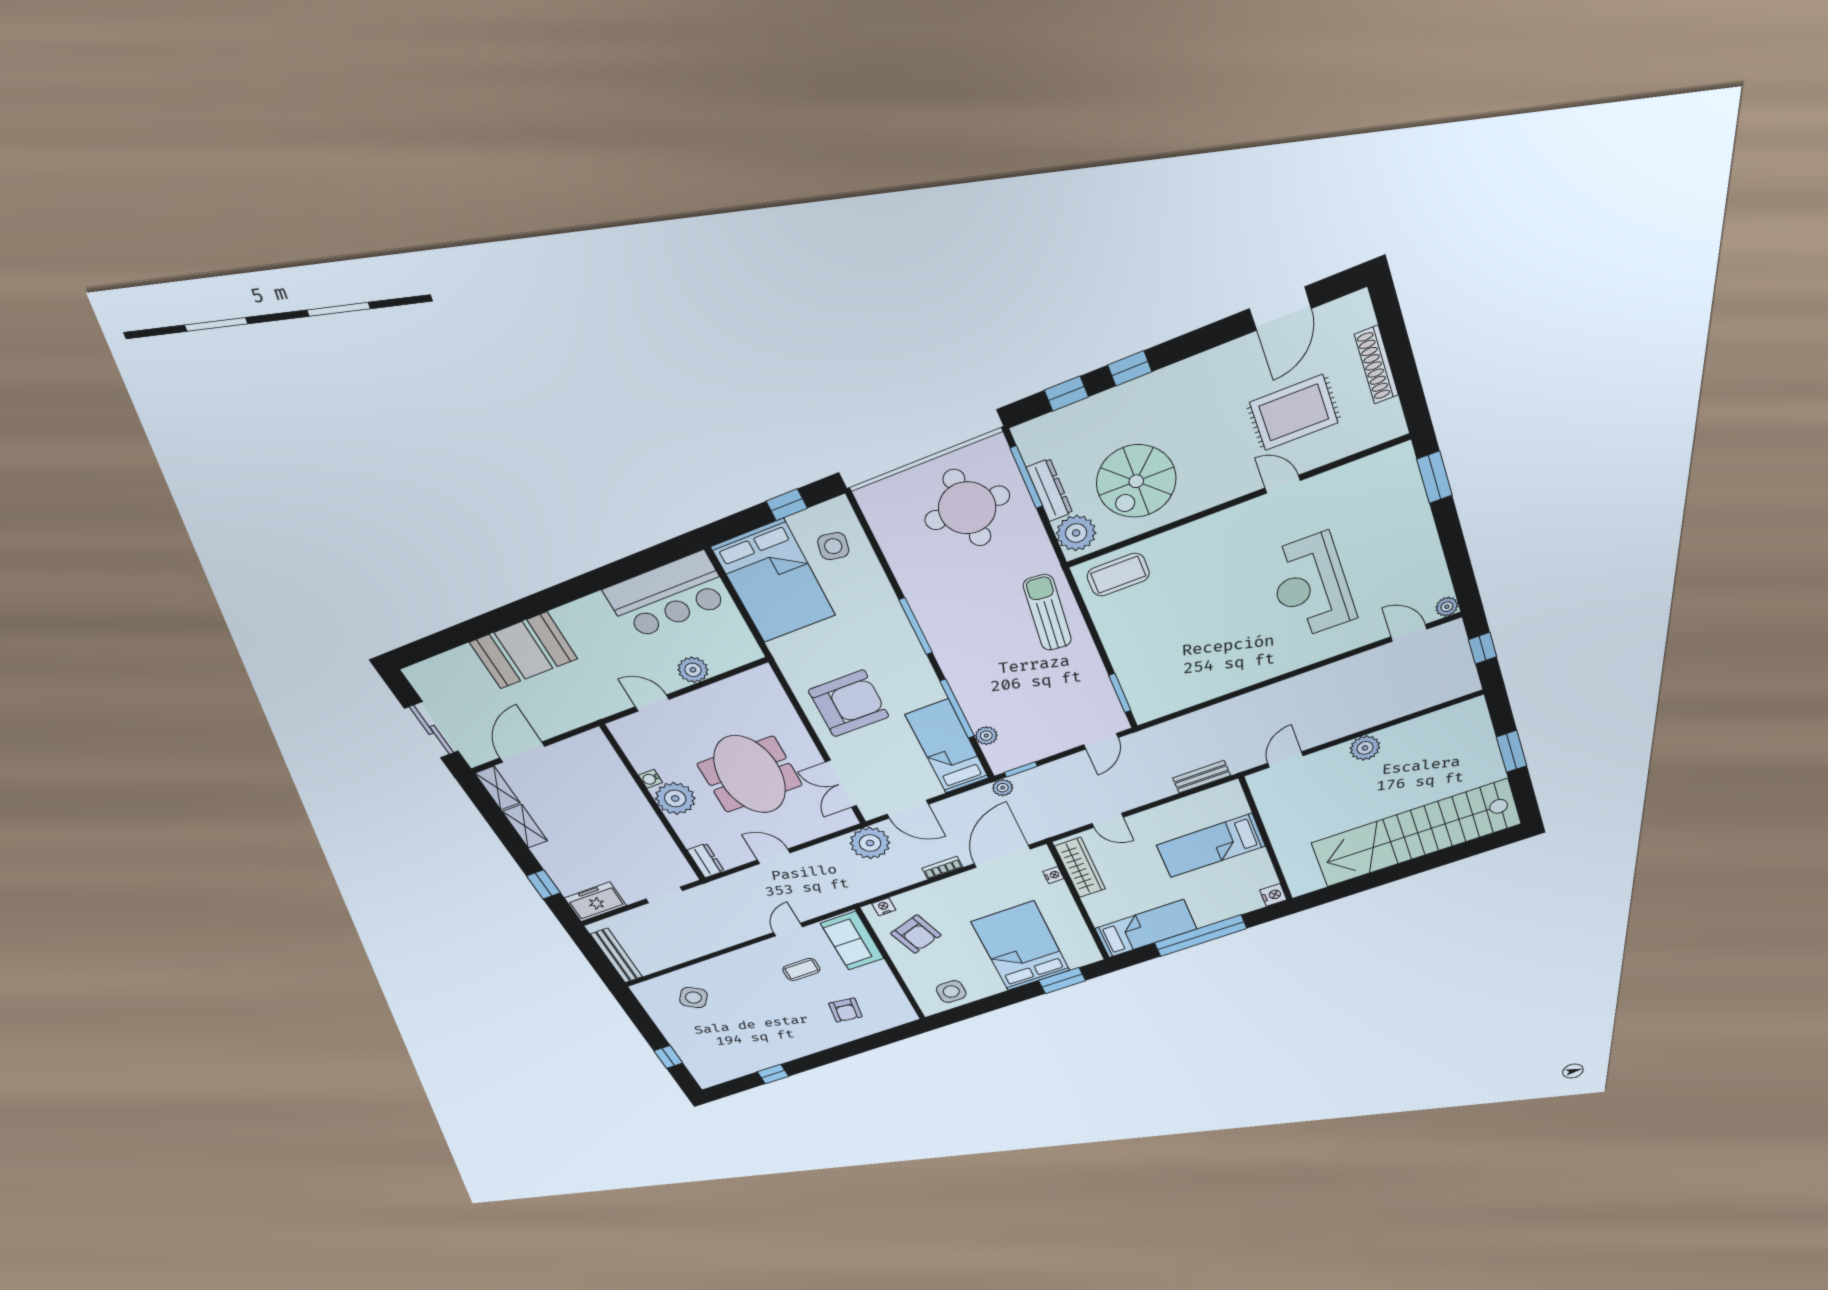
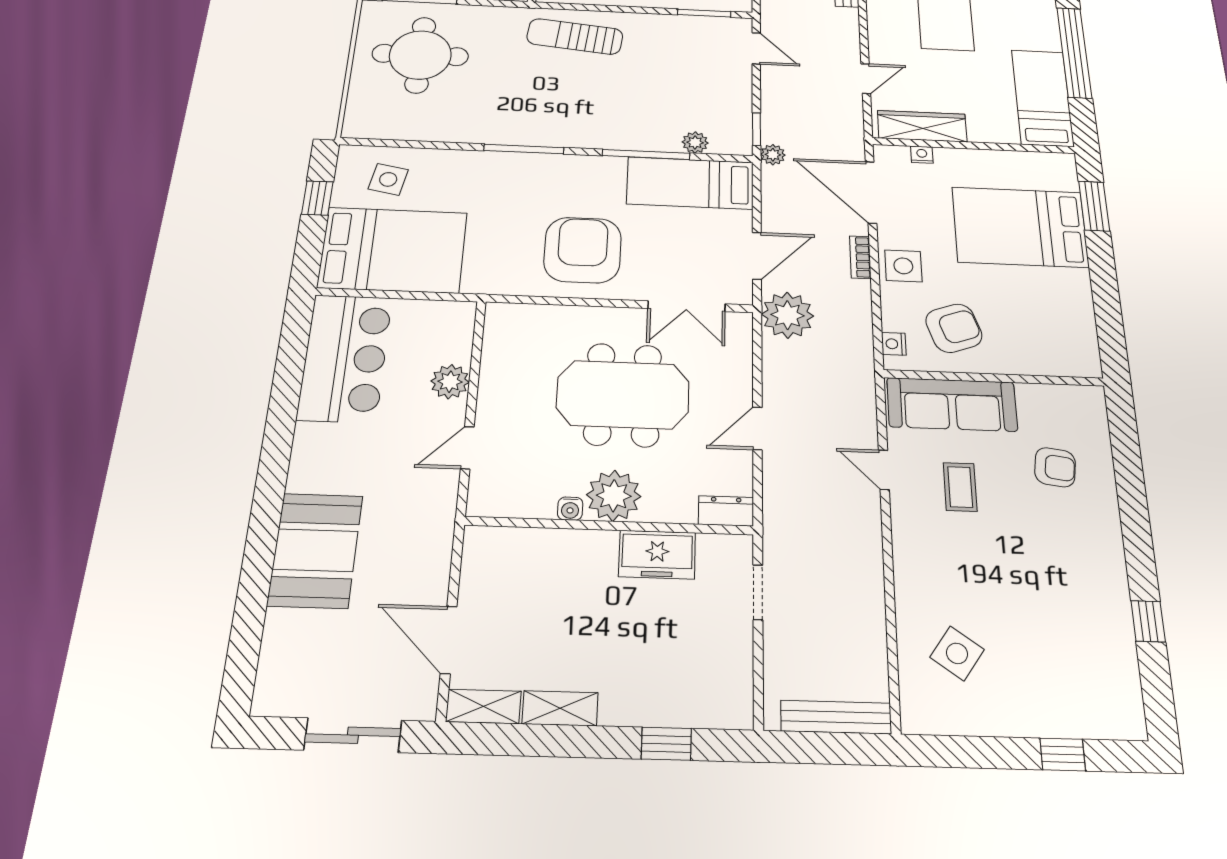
freezer: (595, 902) -> (657, 555), moved, turned -90
sofa: (852, 941) -> (952, 404), width x1.36
side table: (951, 992) -> (903, 266), moved

